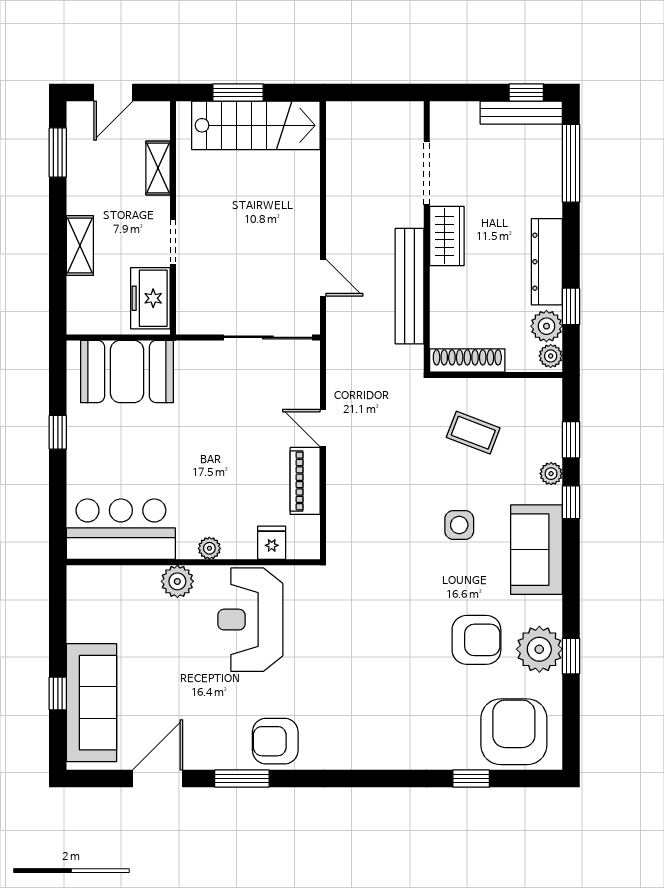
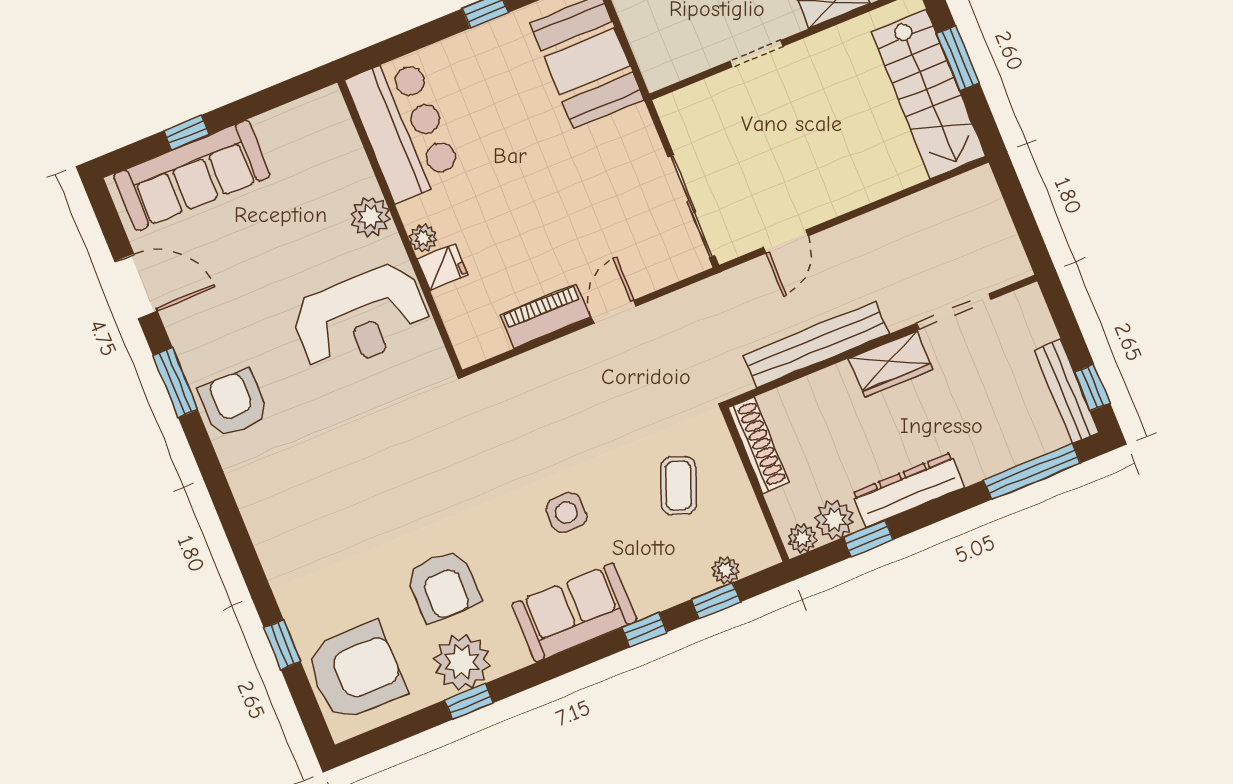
freezer: (150, 298) -> (682, 54), removed
plant: (551, 474) -> (726, 570), moved
fridge: (272, 543) -> (442, 267), moved
reception desk: (250, 620) -> (361, 318), turned 180

